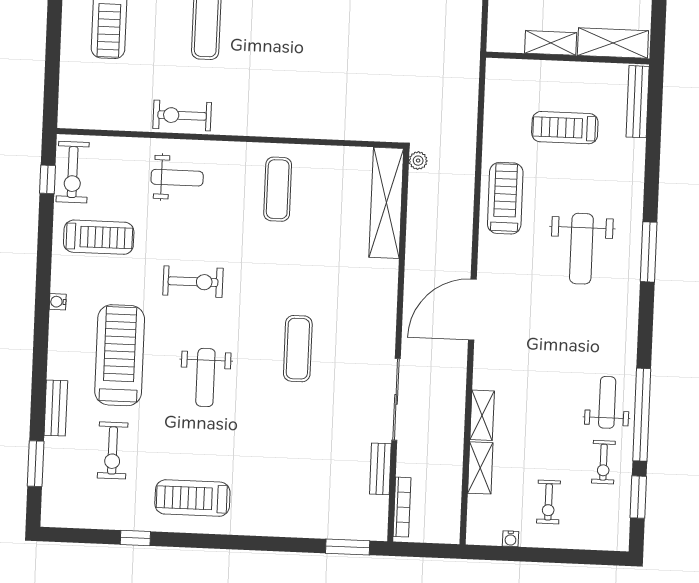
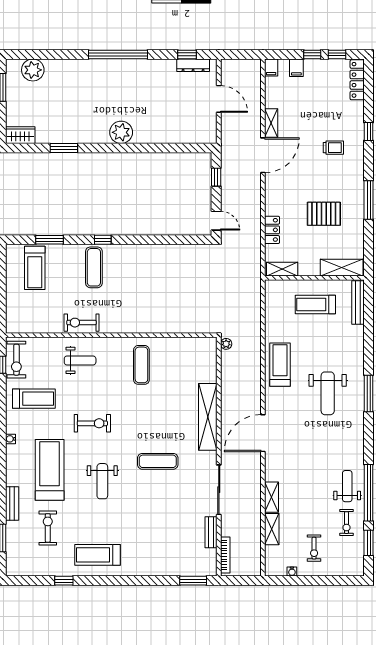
shelving: (551, 43) -> (282, 269), moved
treadmill: (565, 128) -> (315, 304), moved
shelving: (386, 203) -> (208, 417), moved
exercise mat: (298, 349) -> (158, 461), turned 90
exercise bike: (113, 450) -> (48, 528), turned 180

